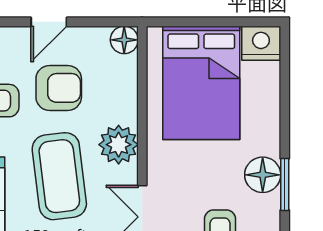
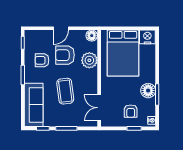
armchair: (59, 88) -> (65, 55), turned 180
plant: (119, 145) -> (89, 60), moved
coffee table: (59, 176) -> (65, 91), width x0.73, depth x0.76

